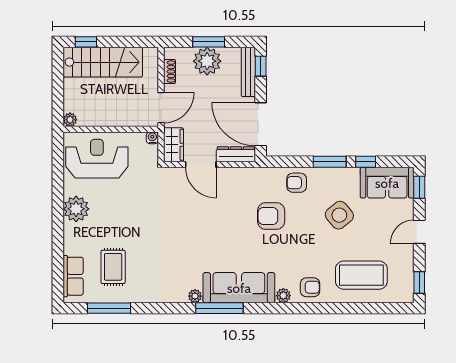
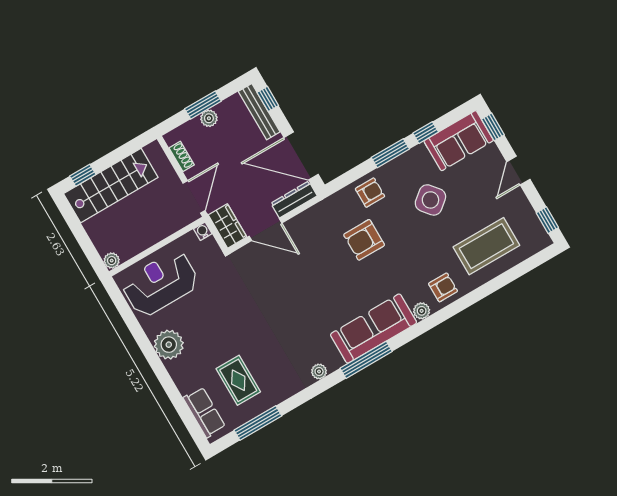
plant: (207, 61) -> (209, 118), width x0.53, depth x0.53
armchair: (297, 183) -> (370, 193), turned 180
plant: (195, 296) -> (319, 371), moved

